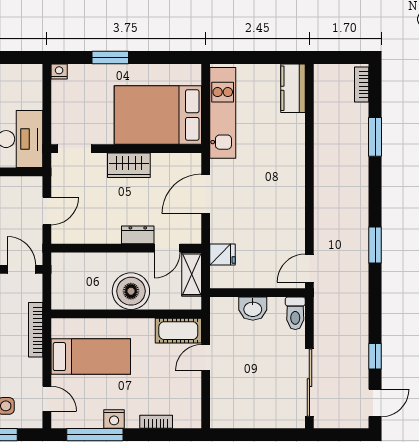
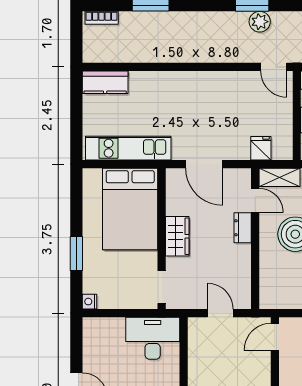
plant: (358, 253) -> (260, 22), added

